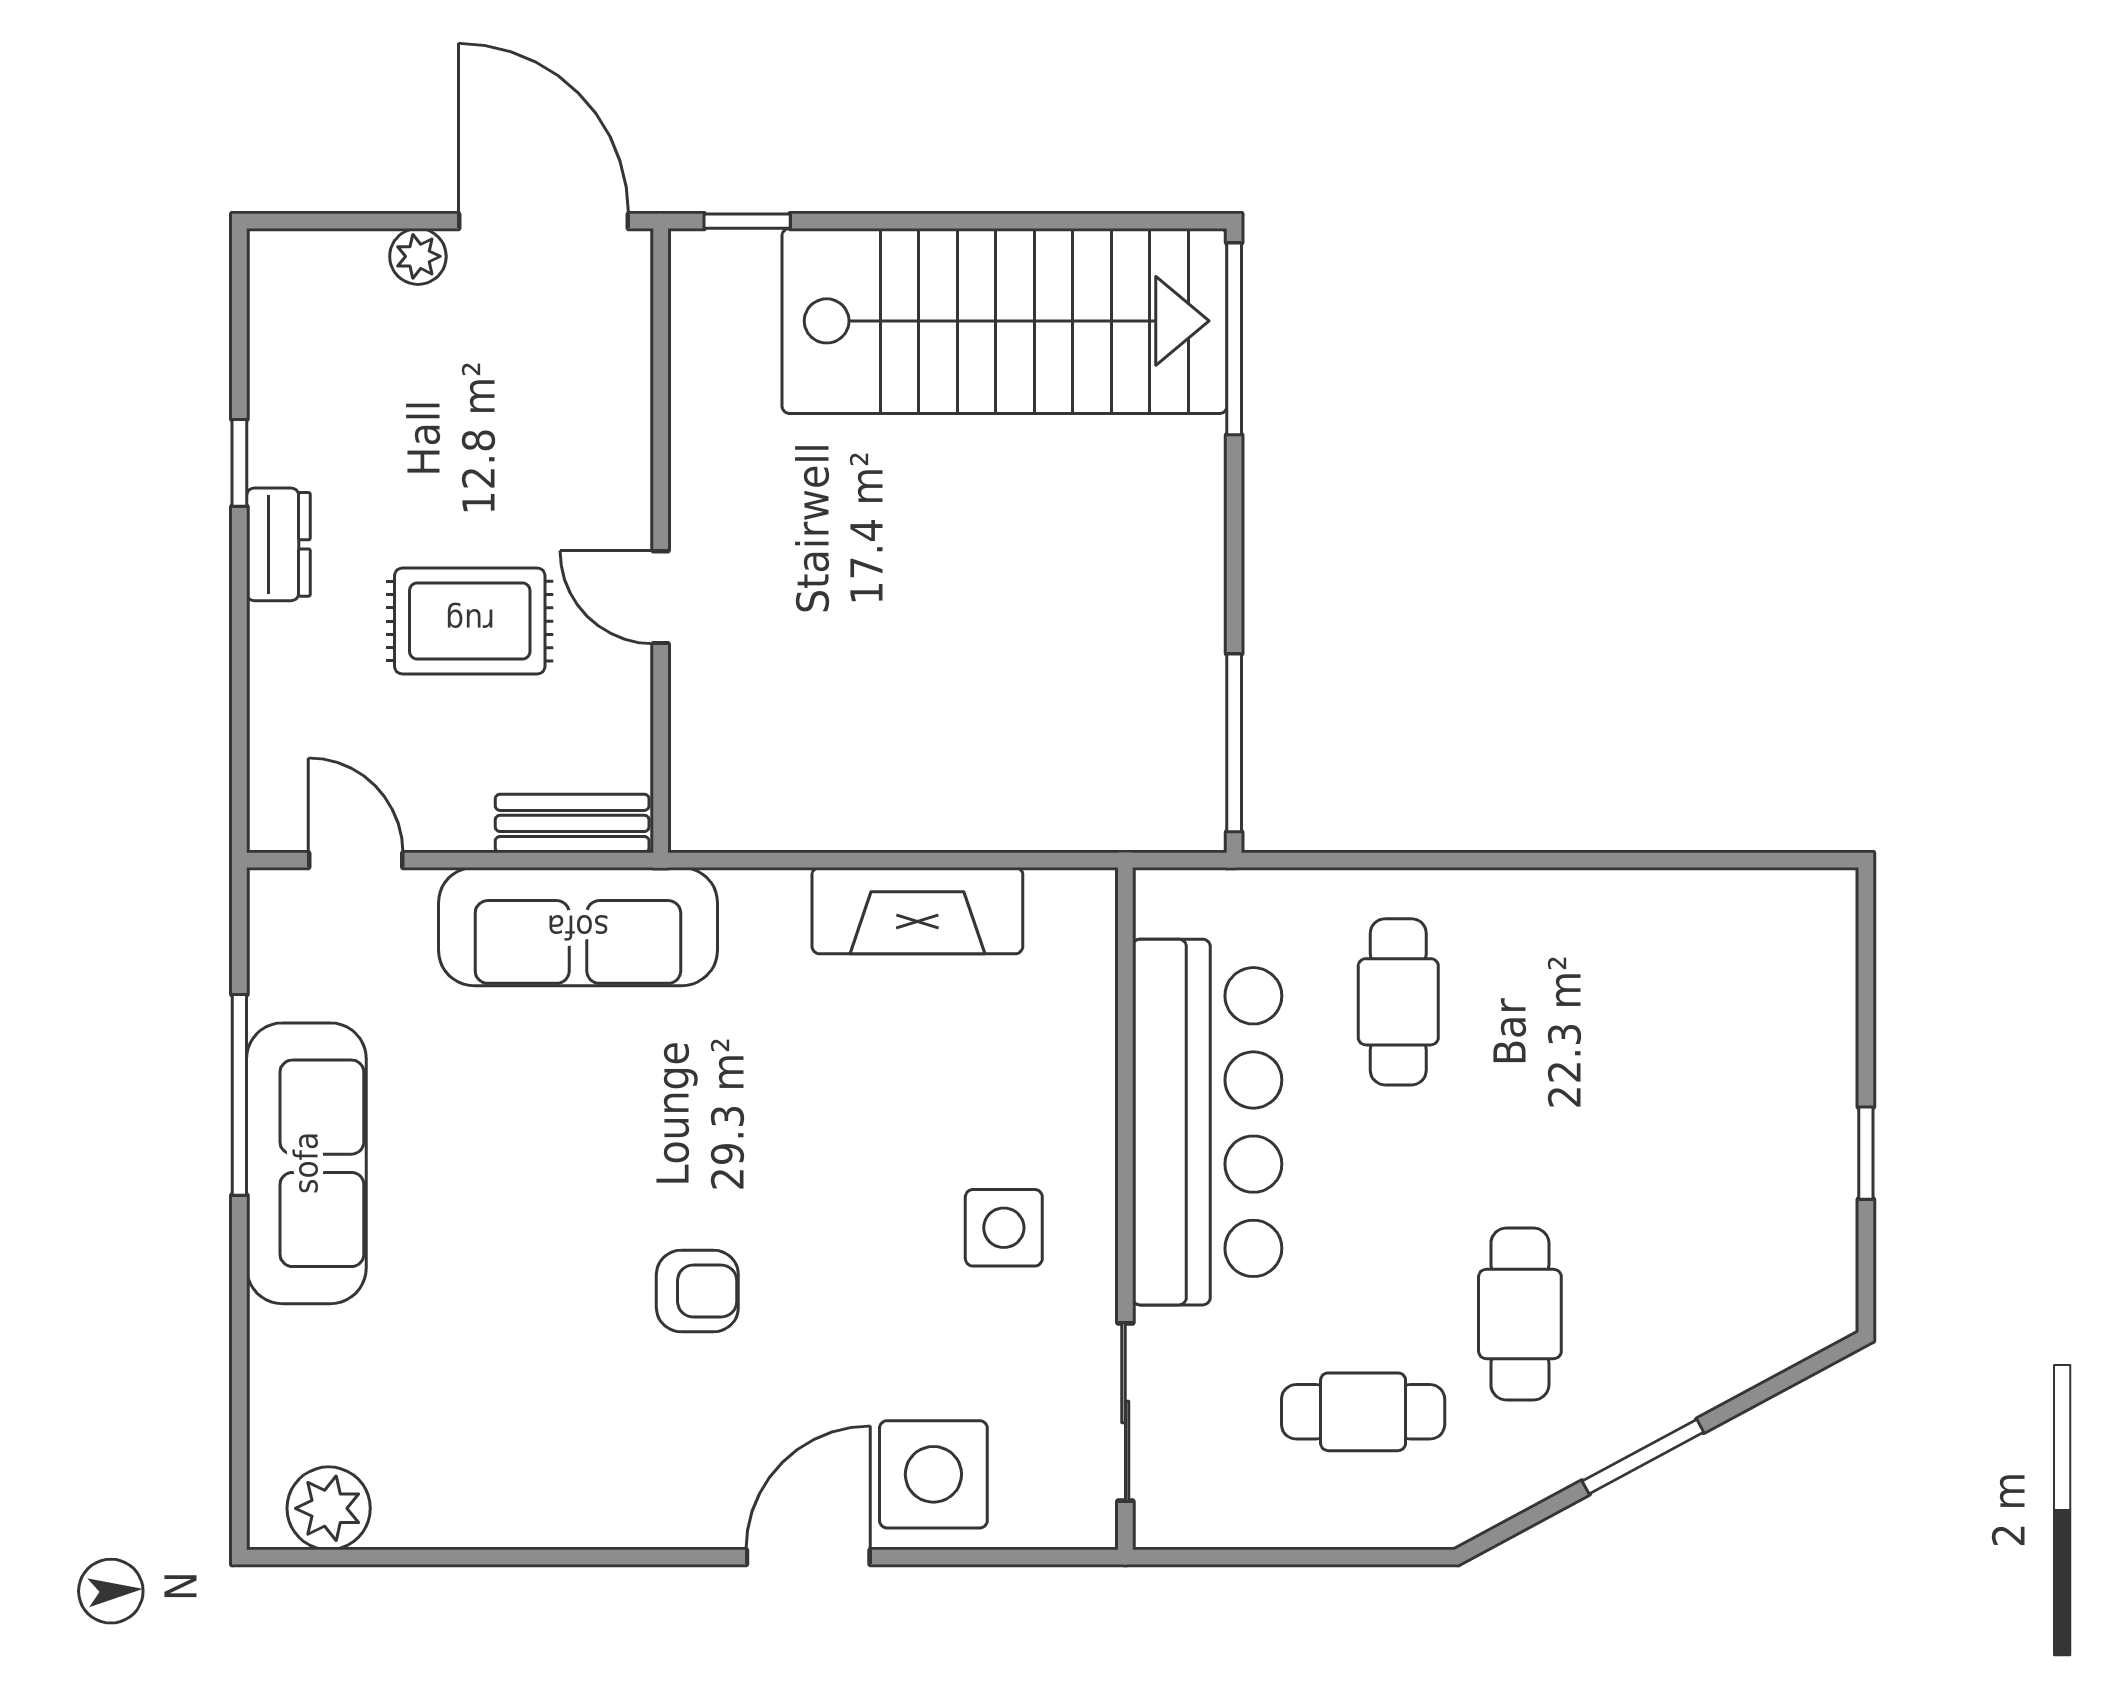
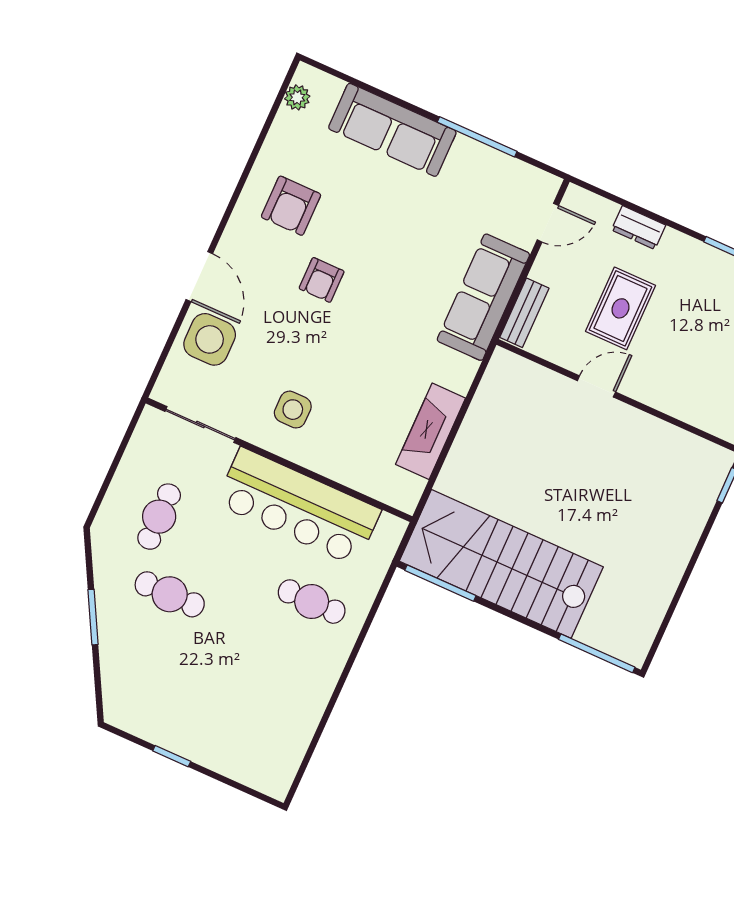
stairs: (1005, 321) -> (501, 564), moved, turned 90
dresser: (278, 544) -> (639, 228), moved
sofa: (306, 1163) -> (392, 130), moved
armchair: (567, 1428) -> (291, 206), added
plant: (329, 1508) -> (297, 97), width x0.73, depth x0.73

